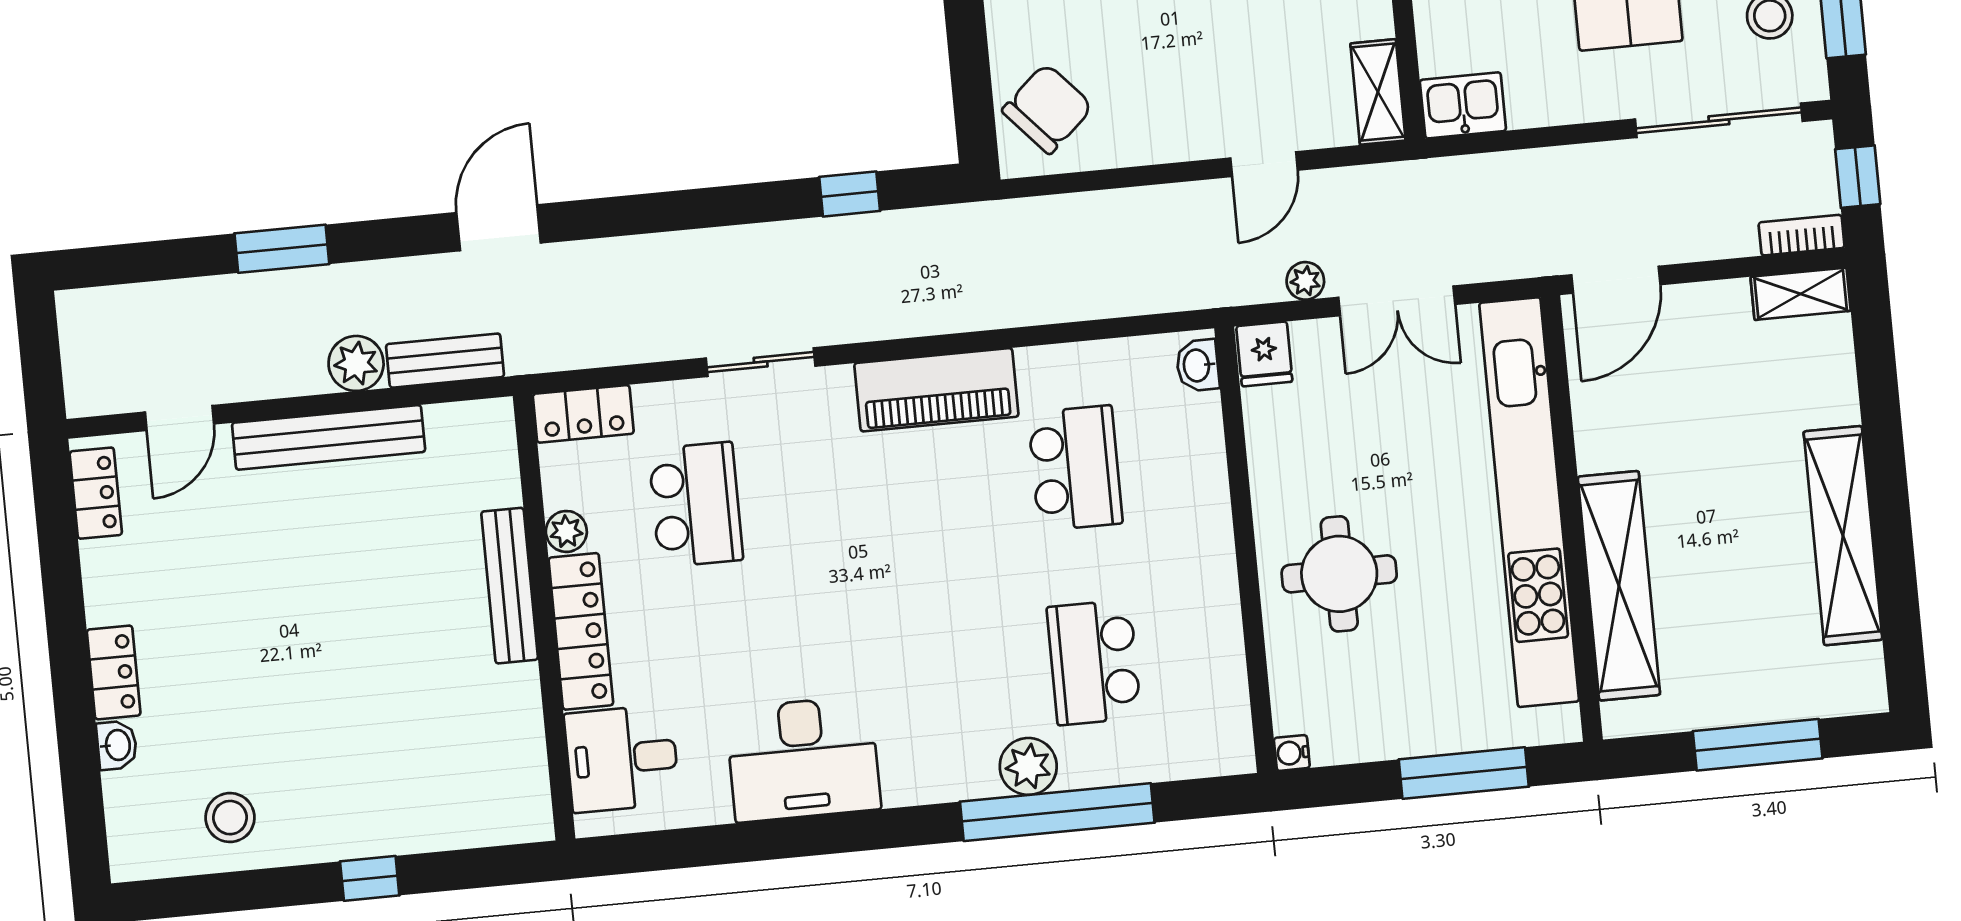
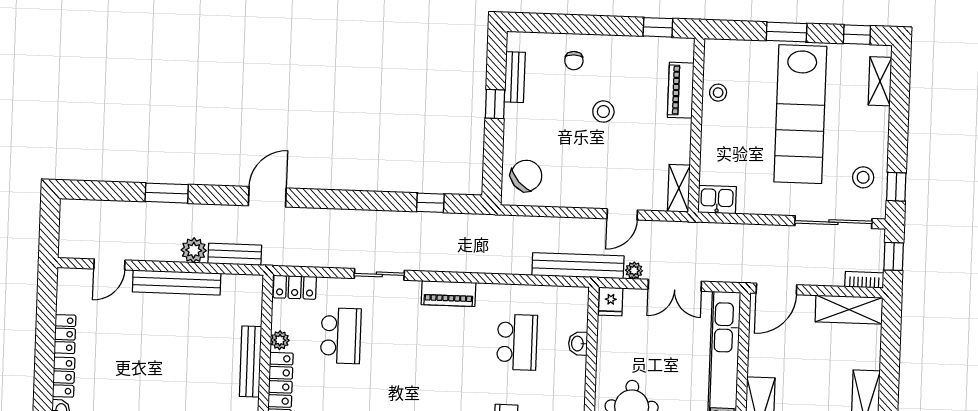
bench: (1184, 287) -> (578, 266), added
shelving: (1801, 294) -> (849, 310), width x1.50, depth x1.33
washbasin: (1198, 365) -> (578, 344), moved
piano: (936, 390) -> (449, 294), width x0.73, depth x0.75
locker: (96, 493) -> (65, 334), moved

